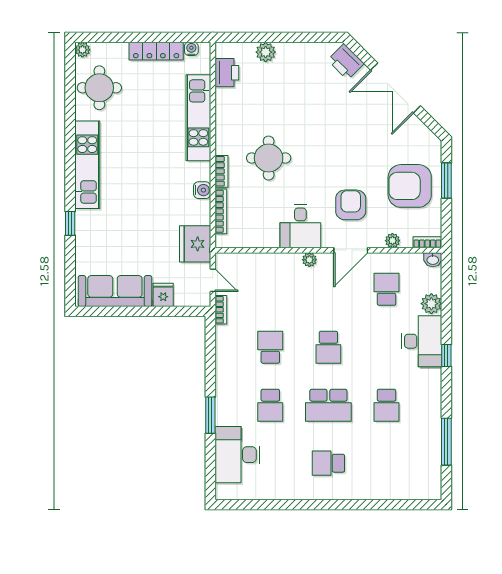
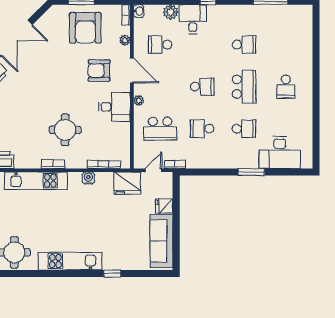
bookcase: (221, 171) -> (53, 164), moved
school desk: (270, 289) -> (160, 129), added
desk: (422, 341) -> (193, 19), width x0.73

